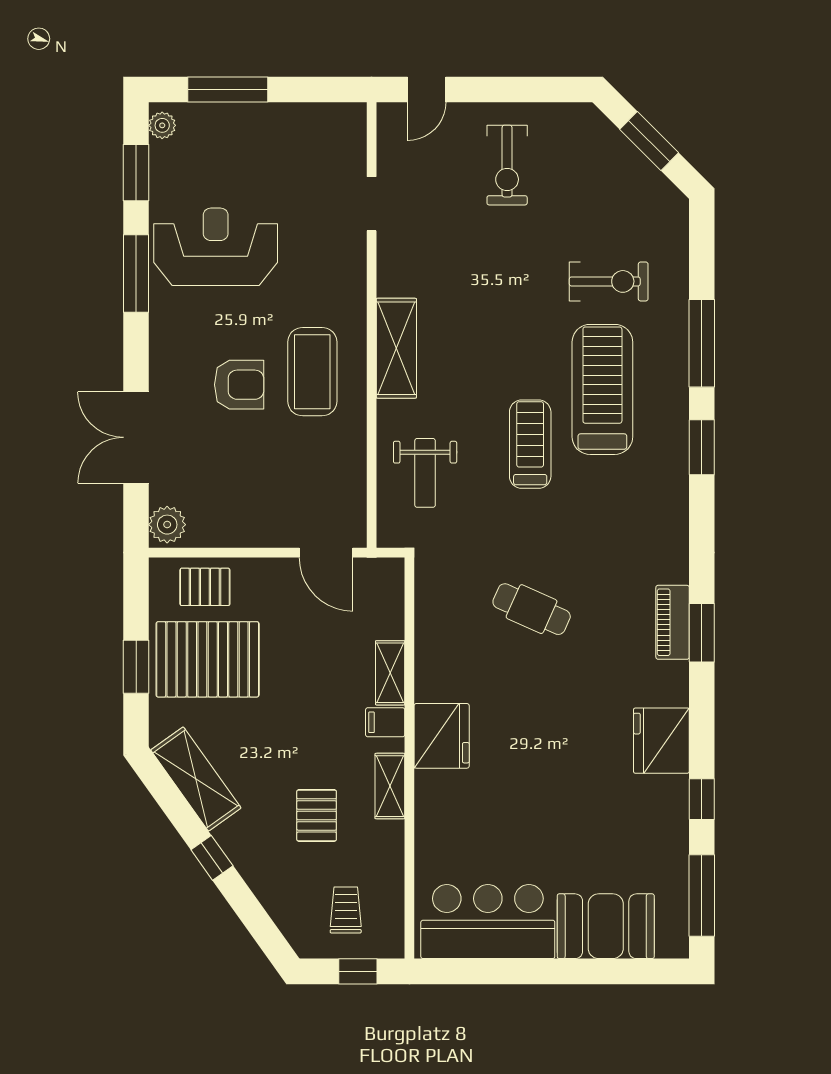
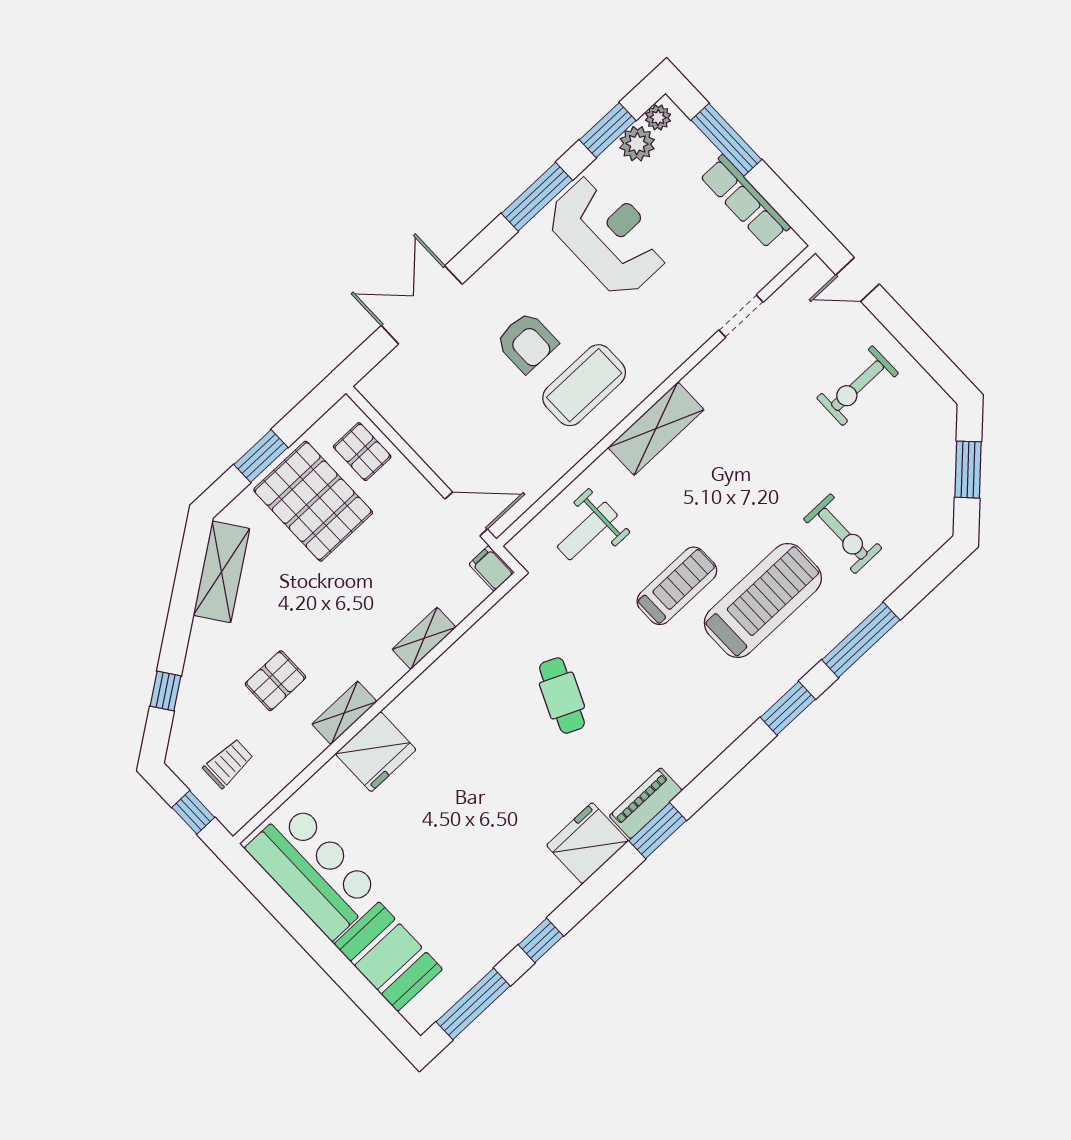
row of seats: (288, 119) -> (745, 201), added
plant: (167, 525) -> (637, 144), moved
door: (326, 553) -> (466, 514), swing flipped
filing cabinet: (385, 722) -> (492, 568), moved
fridge: (442, 736) -> (376, 752), moved
fridge: (661, 741) -> (587, 843), moved
window: (212, 858) -> (166, 691), moved

